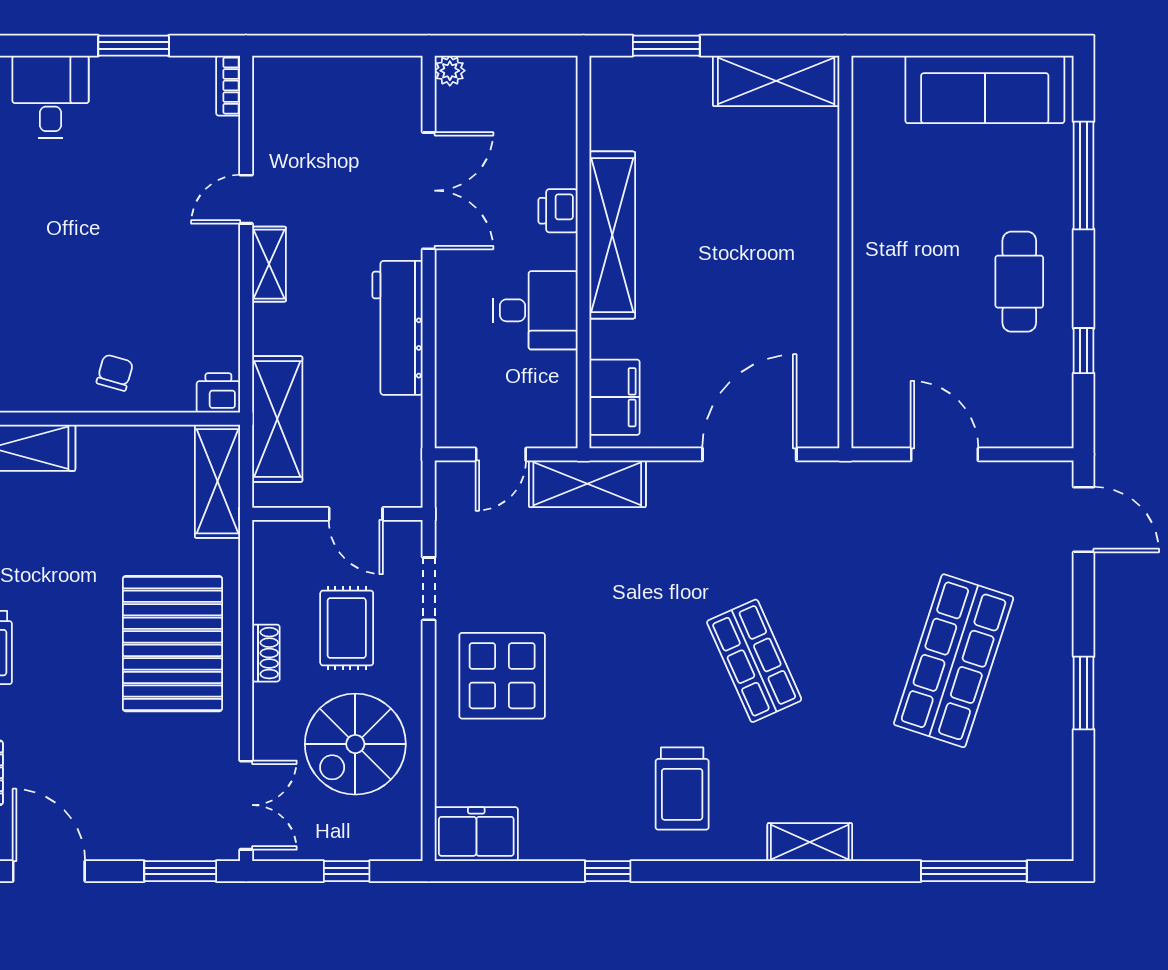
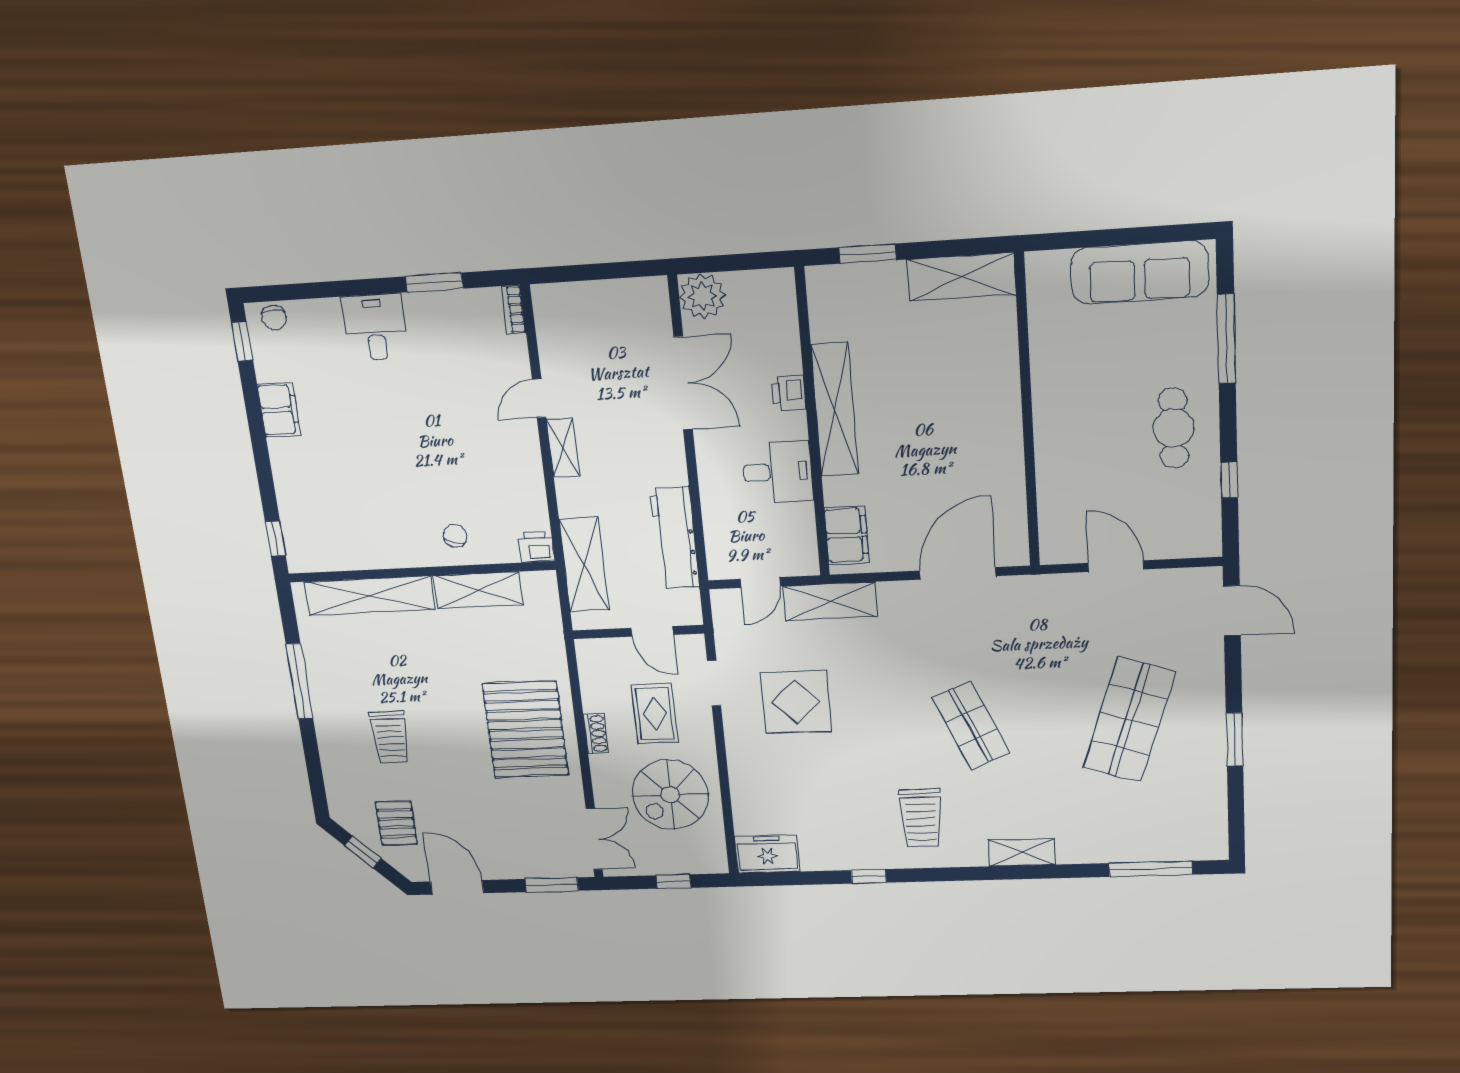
plant: (450, 71) -> (702, 296), width x1.88, depth x1.88
workbench: (398, 328) -> (675, 538), moved
shelving: (217, 481) -> (478, 590), moved, turned 90
display table: (502, 676) -> (796, 702), moved

